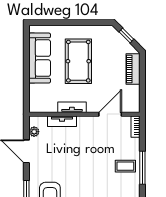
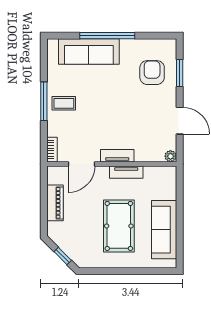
piano: (133, 69) -> (55, 203), moved
tv unit: (62, 121) -> (117, 156), moved
plant: (34, 132) -> (171, 156), moved

